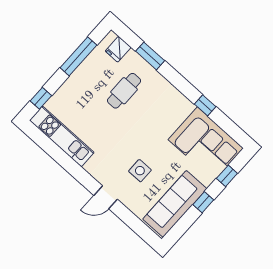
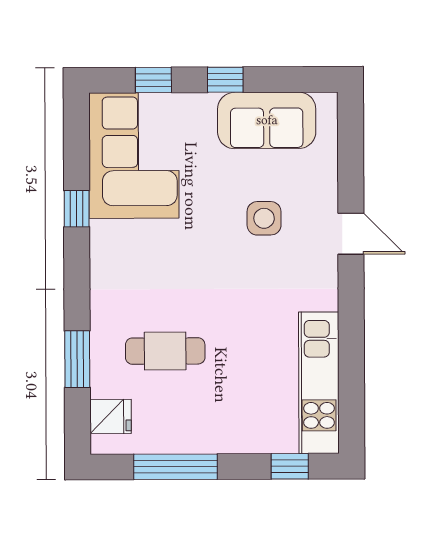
sofa: (175, 204) -> (267, 120), width x0.73

